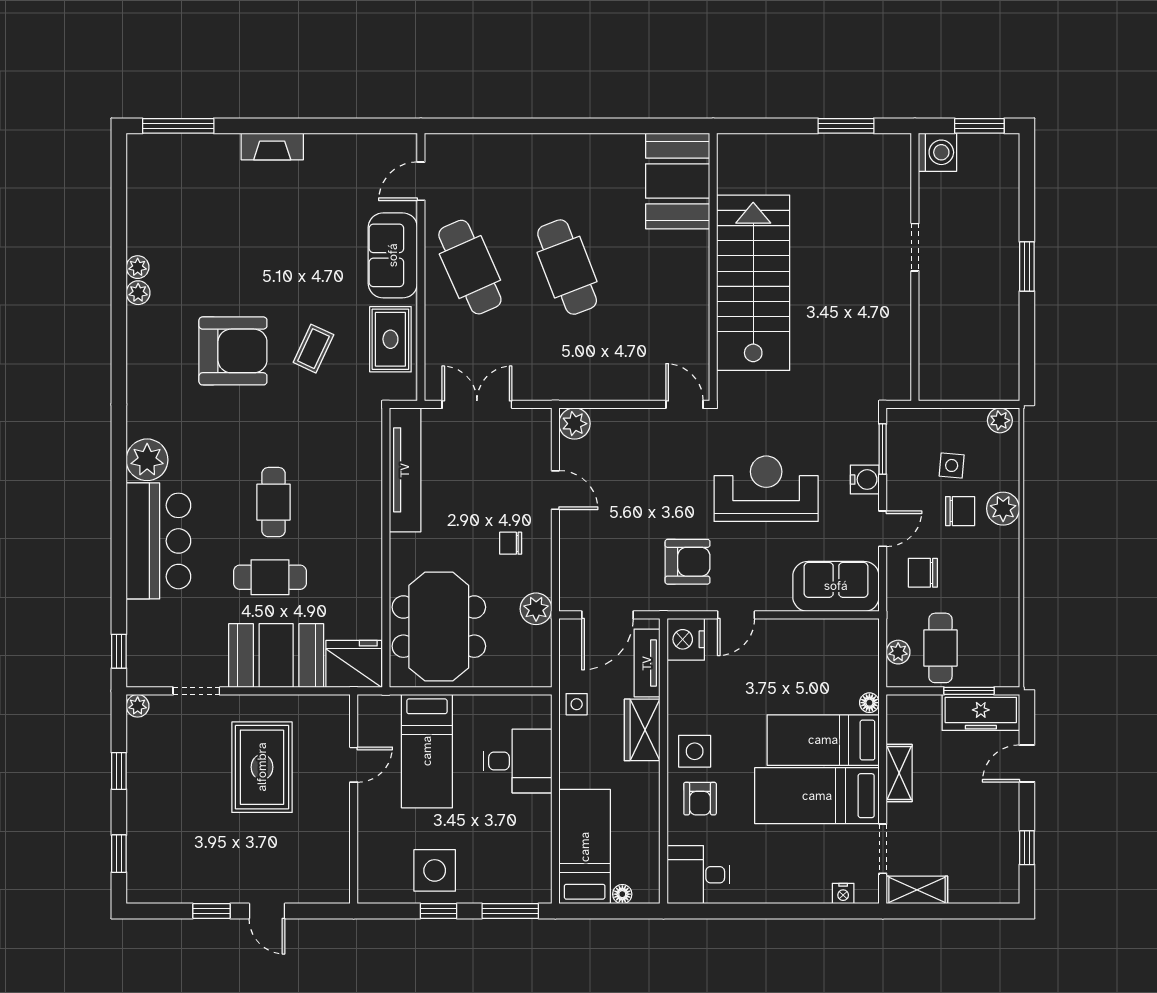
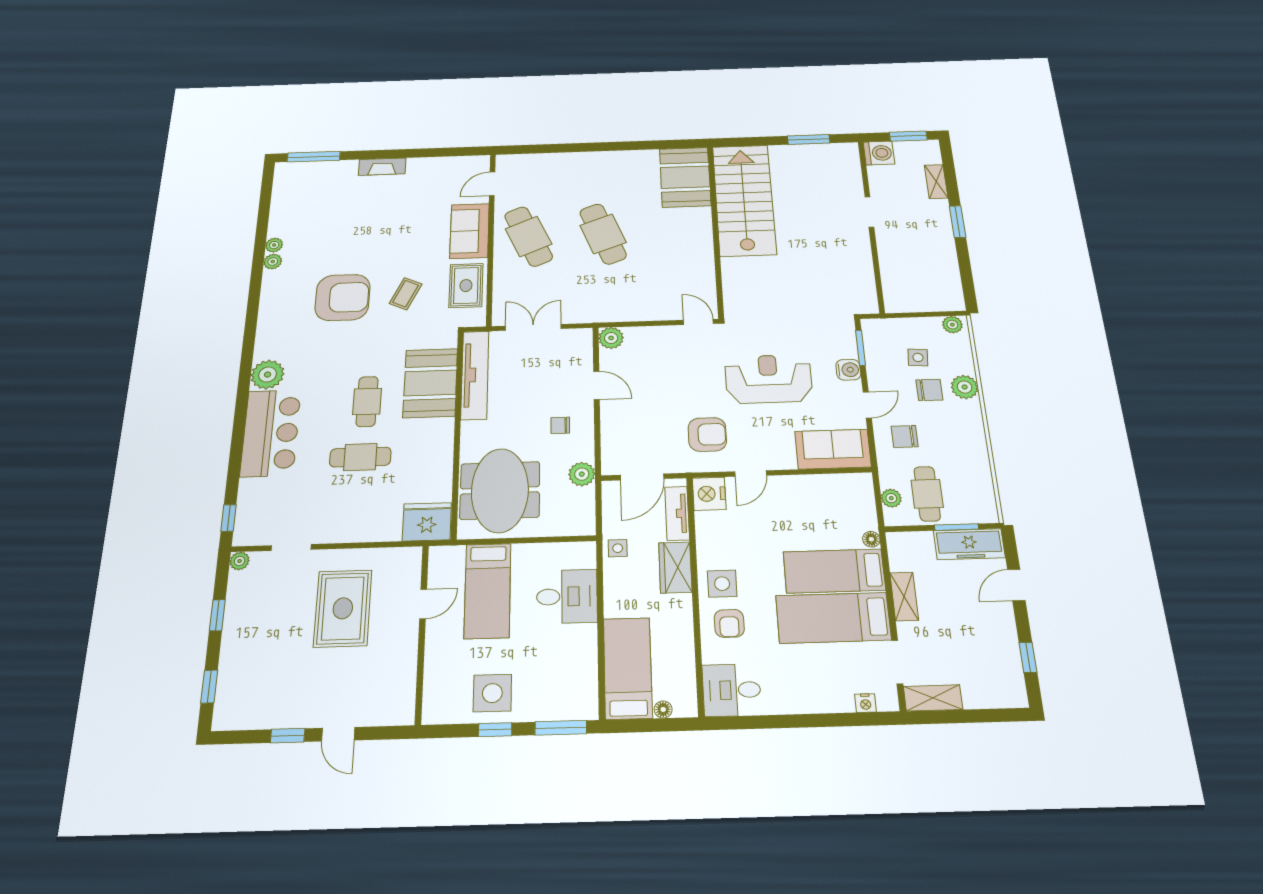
shelving: (1007, 202) -> (936, 182), added
stairs: (753, 283) -> (744, 200), moved
booth: (276, 656) -> (430, 383), moved, turned 90

